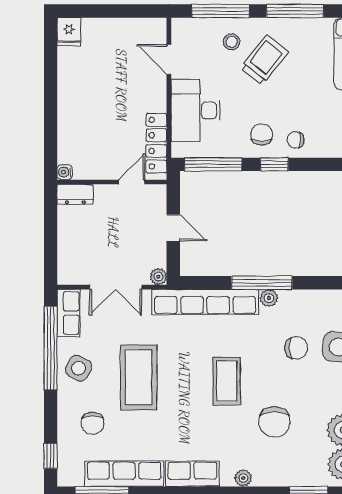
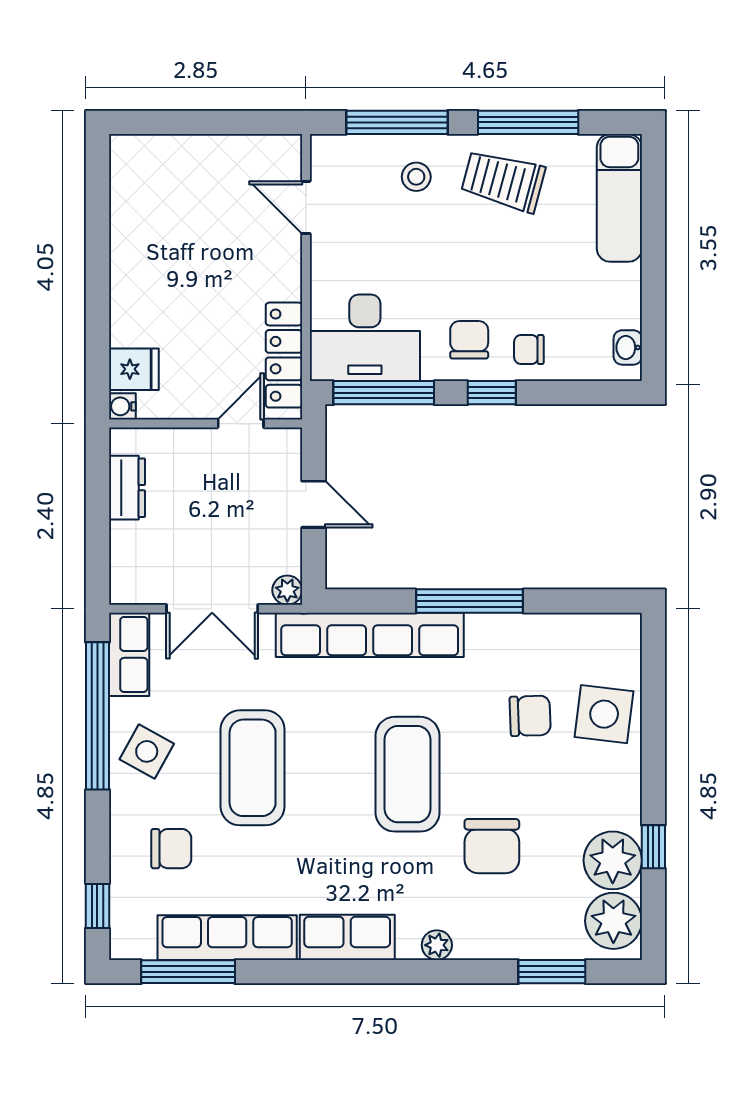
fridge: (69, 32) -> (134, 369), moved, turned -90
trolley: (264, 60) -> (503, 181), moved, turned -113
desk: (196, 110) -> (365, 338), moved, turned -90
dresser: (75, 194) -> (127, 488), moved, turned -90
plant: (269, 298) -> (482, 628), removed
coffee table: (227, 381) -> (408, 774), width x1.36, depth x1.32
chair: (92, 423) -> (171, 849), turned -90

